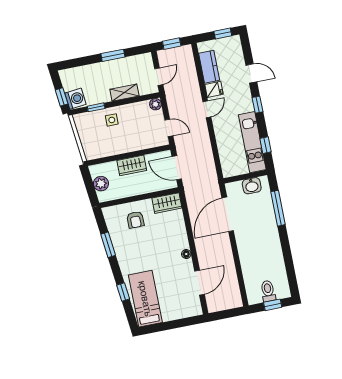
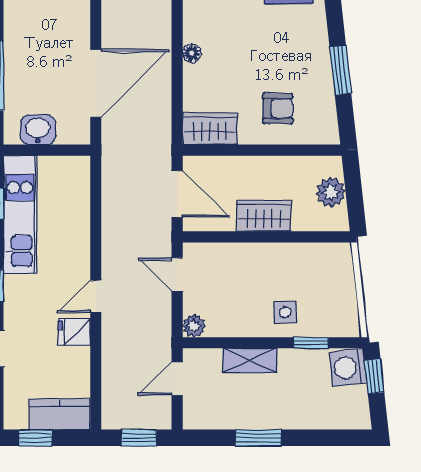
kitchen counter: (209, 67) -> (60, 414), moved, turned 90
armchair: (135, 220) -> (278, 108), turned 90
floor lamp: (186, 254) -> (192, 53), moved

